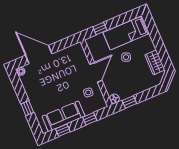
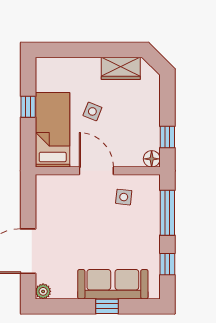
window: (100, 28) -> (28, 107), moved
bed: (126, 33) -> (53, 130), moved, turned 180
sofa: (63, 116) -> (113, 284), moved, turned 90
window: (90, 119) -> (167, 213), width x2.17

